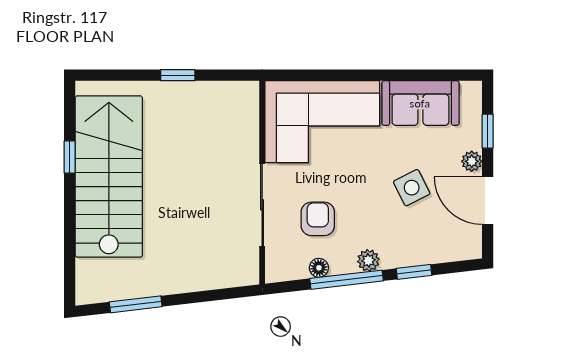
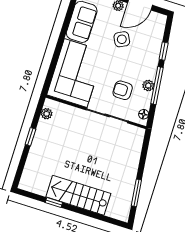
plant: (230, 92) -> (47, 114), added
stairs: (109, 177) -> (78, 195), width x0.73, depth x0.66
plant: (368, 260) -> (148, 86), moved
floor lamp: (319, 268) -> (144, 114), moved

